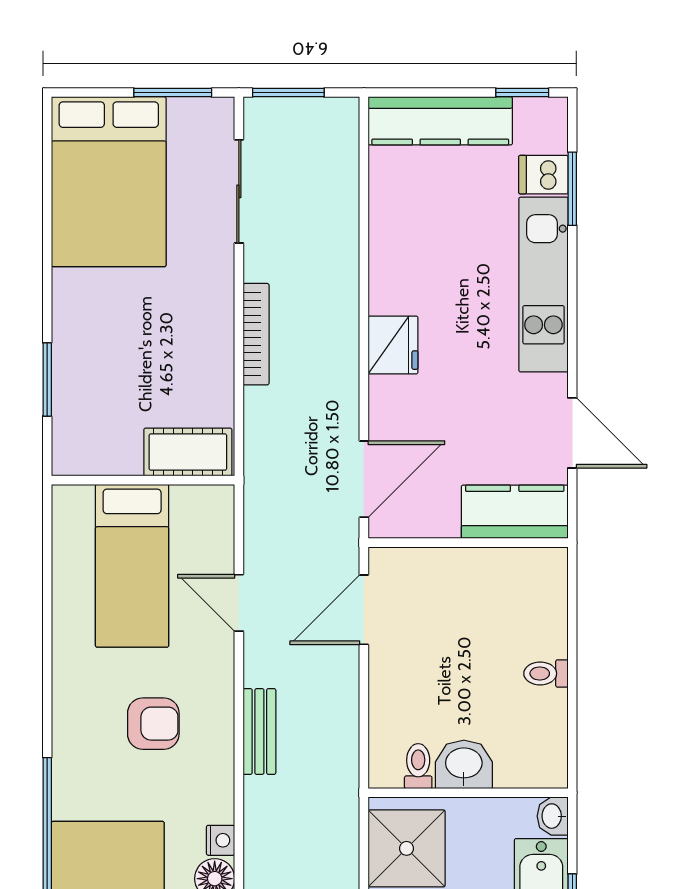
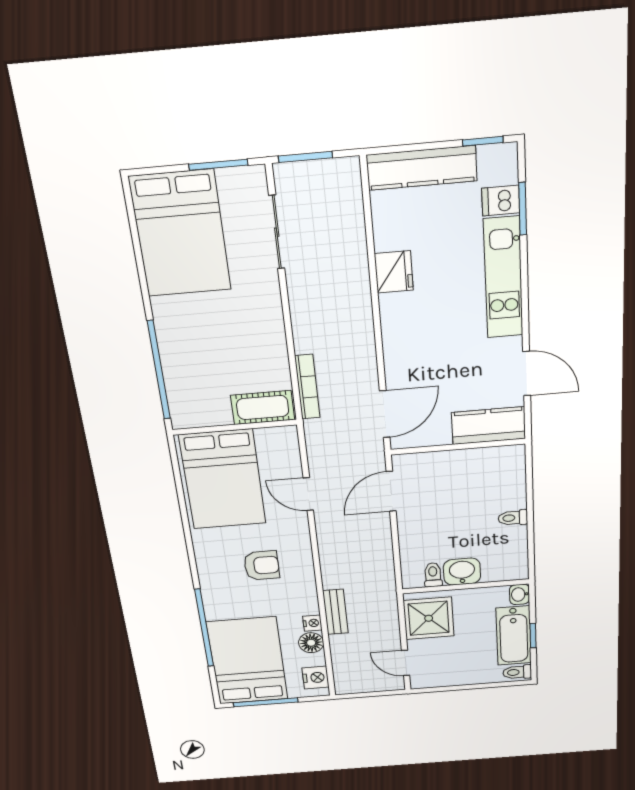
bookcase: (256, 334) -> (307, 387), moved
fridge: (393, 345) -> (394, 272), moved
window: (47, 379) -> (159, 370), width x2.11
bed: (132, 566) -> (223, 479), width x1.50
bench: (259, 731) -> (335, 612), moved

